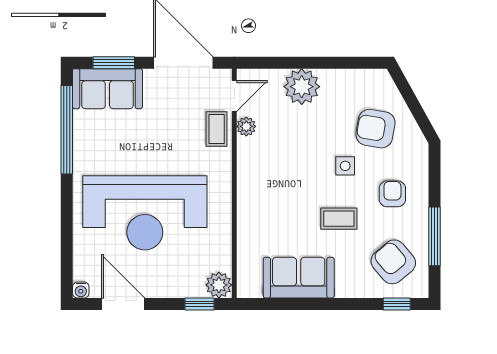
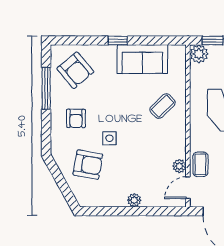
plant: (302, 87) -> (134, 200), width x0.53, depth x0.53
coffee table: (339, 219) -> (163, 106), moved, turned -44
window: (397, 304) -> (118, 40), moved

